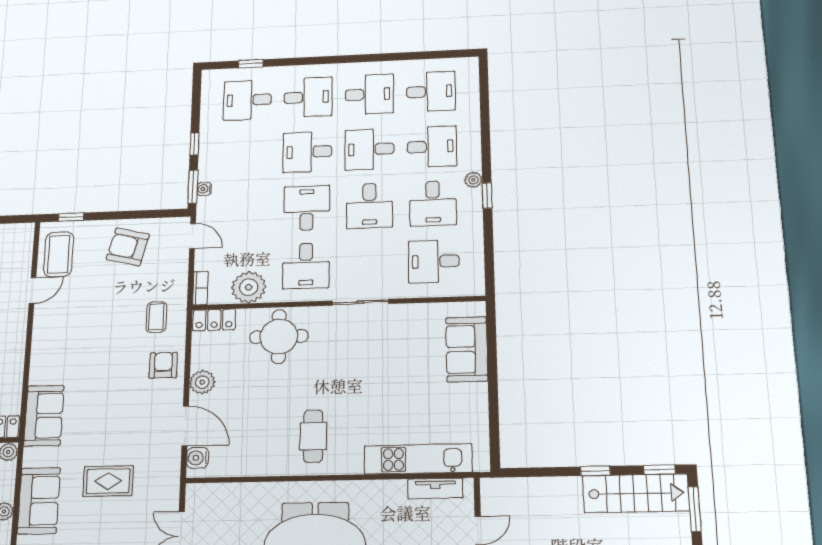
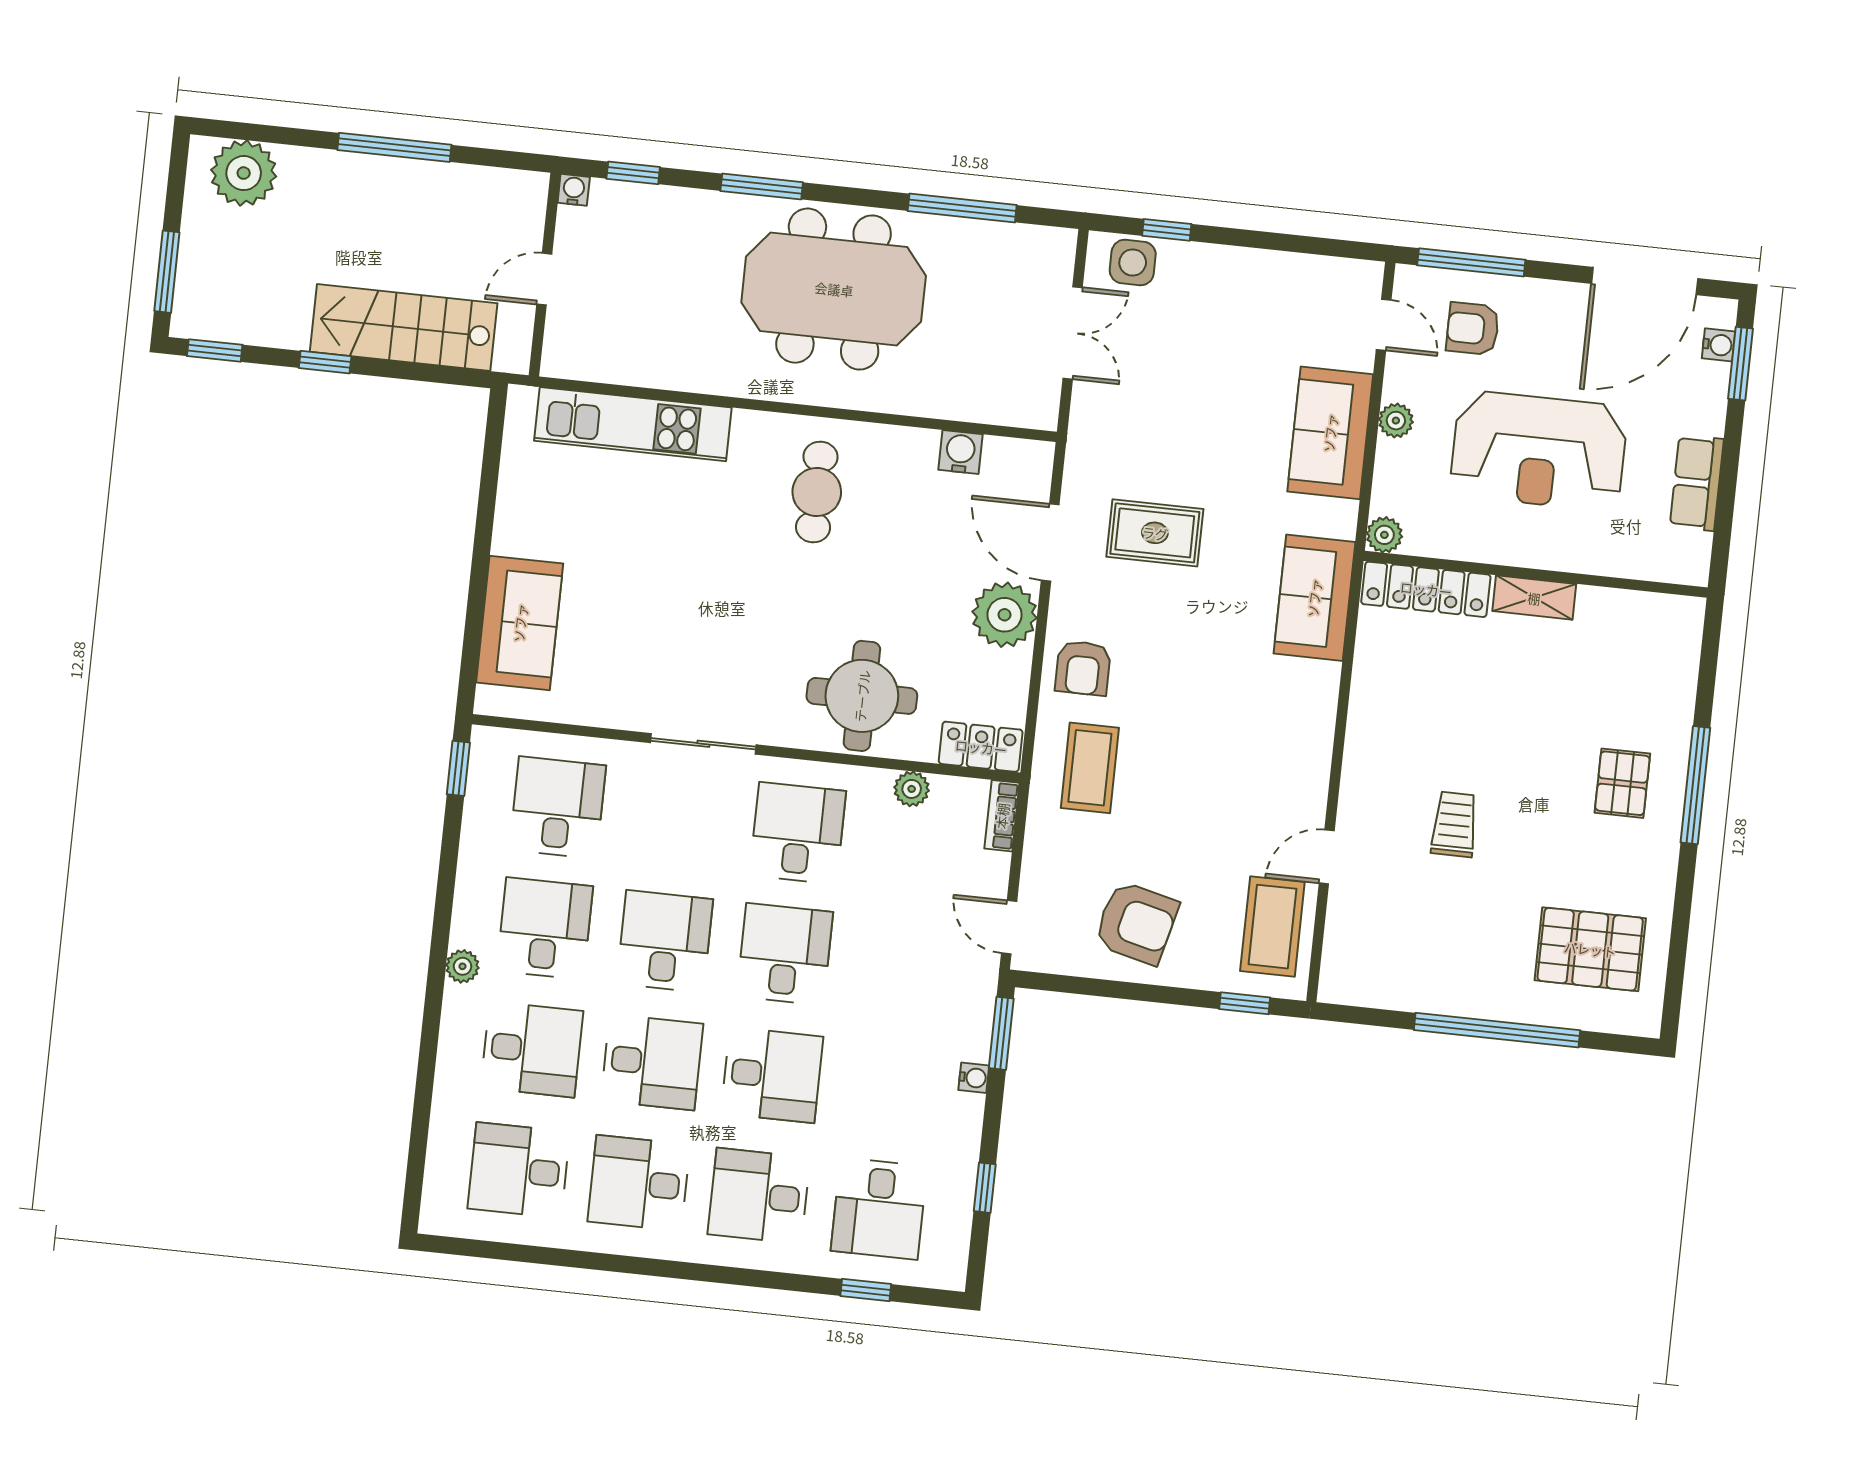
desk: (247, 100) -> (879, 1209), turned 90
window: (194, 144) -> (985, 1188), moved
desk: (432, 147) -> (532, 1049), turned 180
water cooler: (204, 189) -> (974, 1078), moved
window: (487, 196) -> (458, 768), moved
desk: (307, 208) -> (785, 954), turned 180
desk: (434, 261) -> (558, 807), turned -90
plant: (249, 287) -> (912, 789), width x0.53, depth x0.53
coffee table: (156, 317) -> (1090, 768), width x1.36, depth x1.30
plant: (202, 382) -> (1004, 615), width x1.36, depth x1.36
water cooler: (197, 458) -> (960, 452), moved, turned -90
rug: (108, 481) -> (1155, 533), moved
tv unit: (435, 489) -> (609, 365), removed
stairs: (636, 493) -> (404, 328), moved

